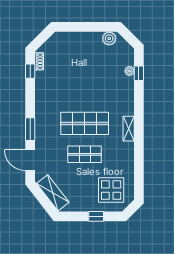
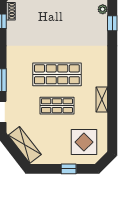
plant: (129, 71) -> (103, 9), moved
shelving: (129, 129) -> (102, 100), moved

